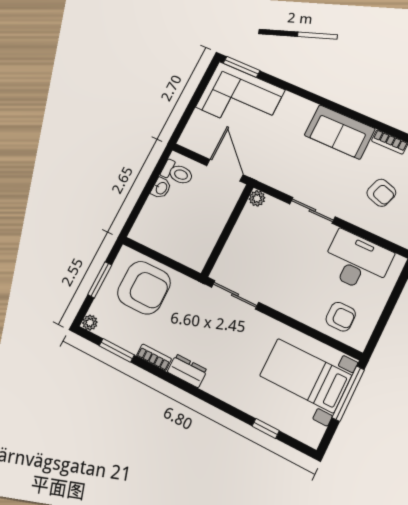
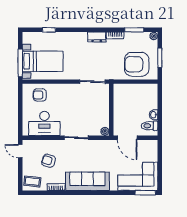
sofa: (340, 132) -> (88, 181), width x1.36

